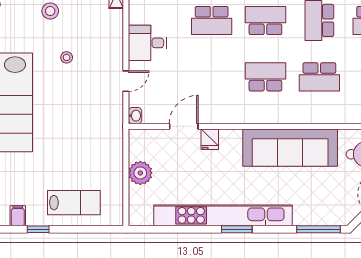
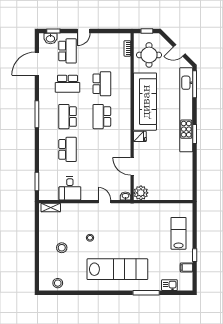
desk: (148, 43) -> (70, 188), moved
fridge: (210, 139) -> (140, 136), moved
plant: (140, 173) -> (141, 193), moved
kitchen unit: (223, 215) -> (186, 110), moved

